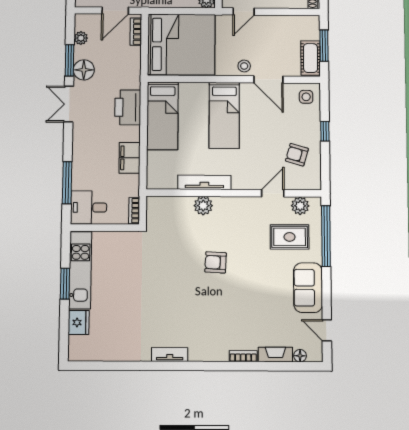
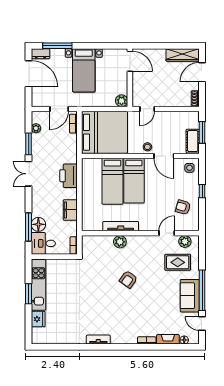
floor lamp: (84, 70) -> (38, 224), moved
bed: (162, 116) -> (112, 181), moved
window: (326, 236) -> (202, 290), moved
armchair: (216, 262) -> (128, 279), turned -58

